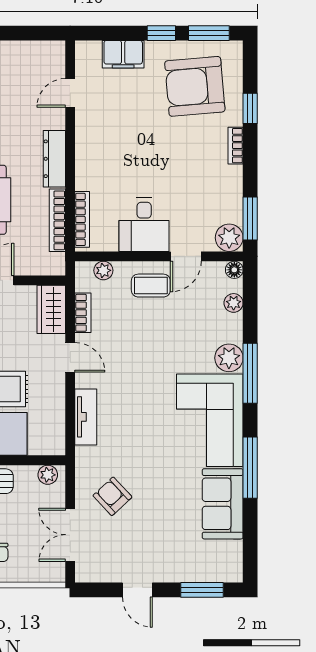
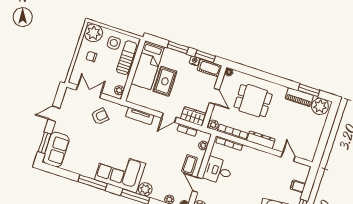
filing cabinet: (123, 54) -> (298, 186), width x0.50
plant: (55, 264) -> (213, 125), added
sofa: (223, 504) -> (56, 150), moved, turned 90

